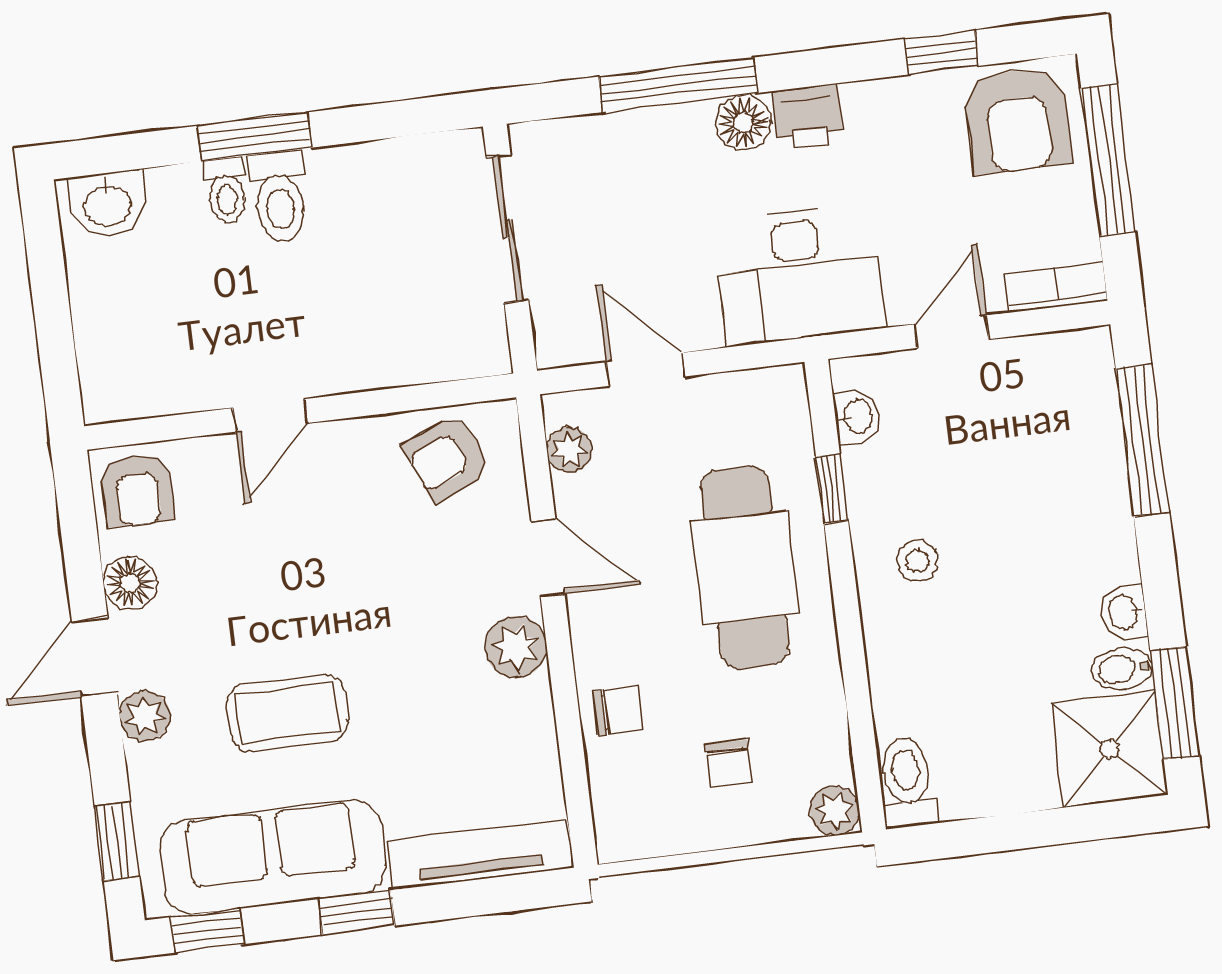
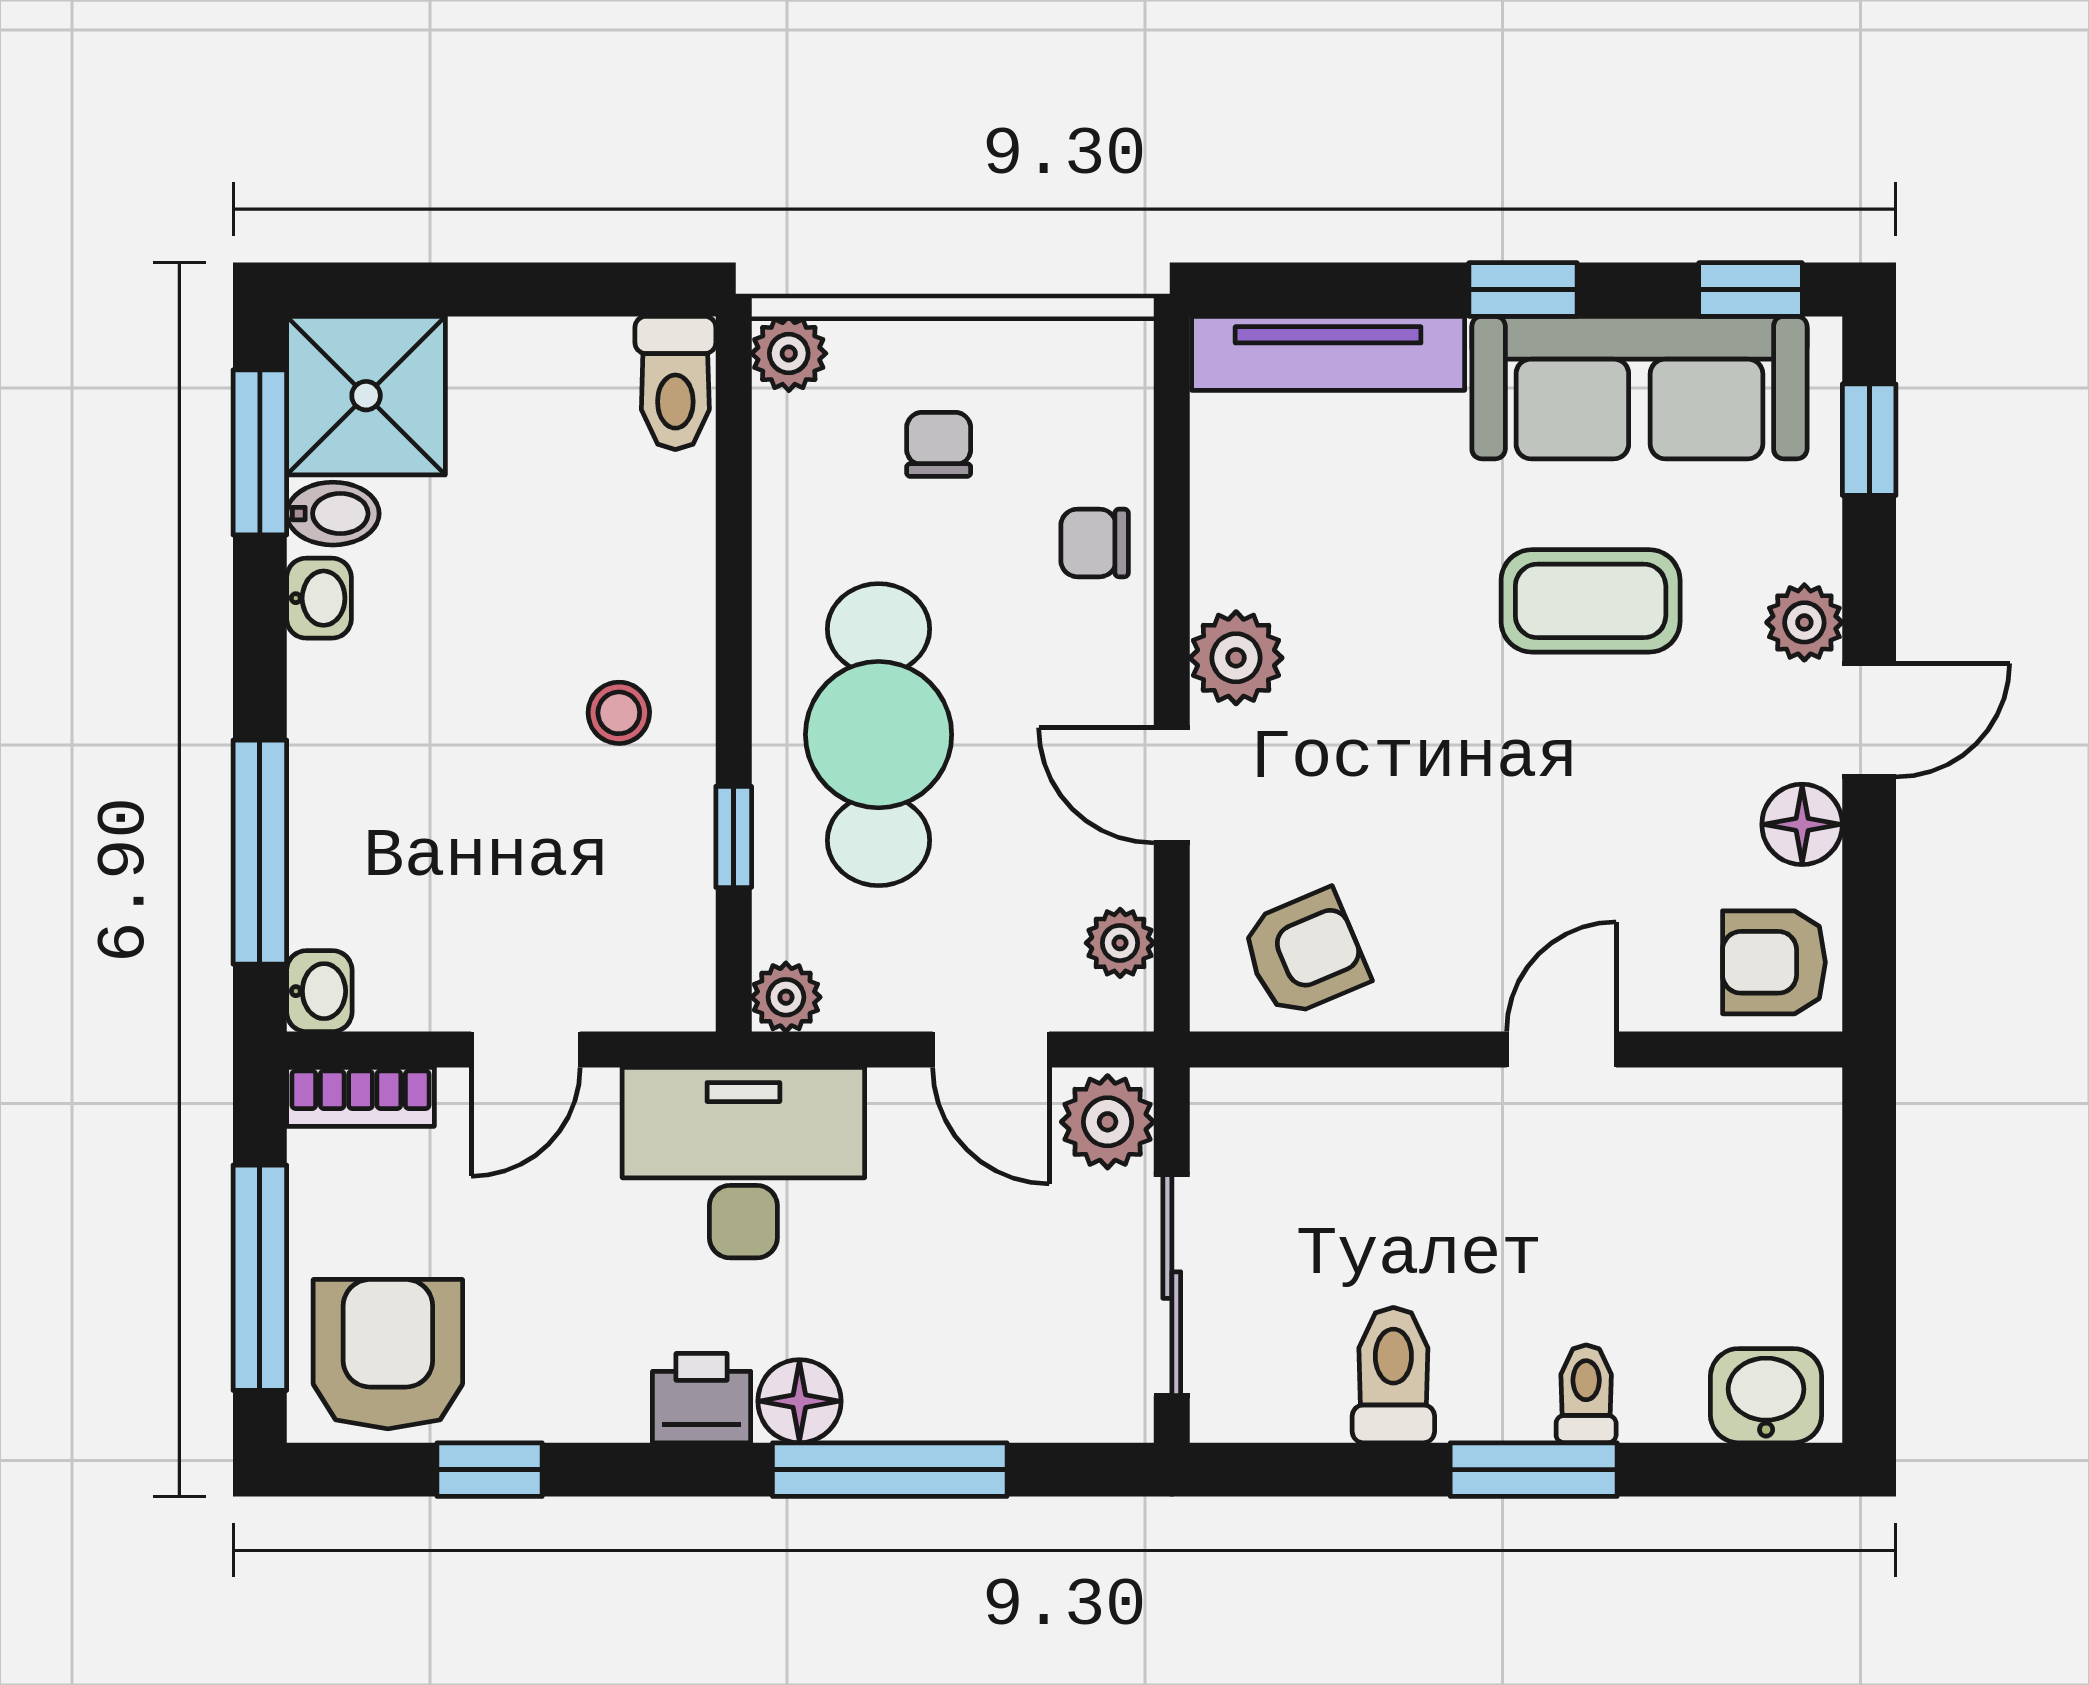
toilet: (279, 197) -> (1393, 1375), moved
plant: (563, 331) -> (1108, 1122), added
plant: (785, 387) -> (786, 997), added
washbasin: (857, 417) -> (319, 991), moved, turned 180
armchair: (137, 490) -> (1774, 962), turned -90

